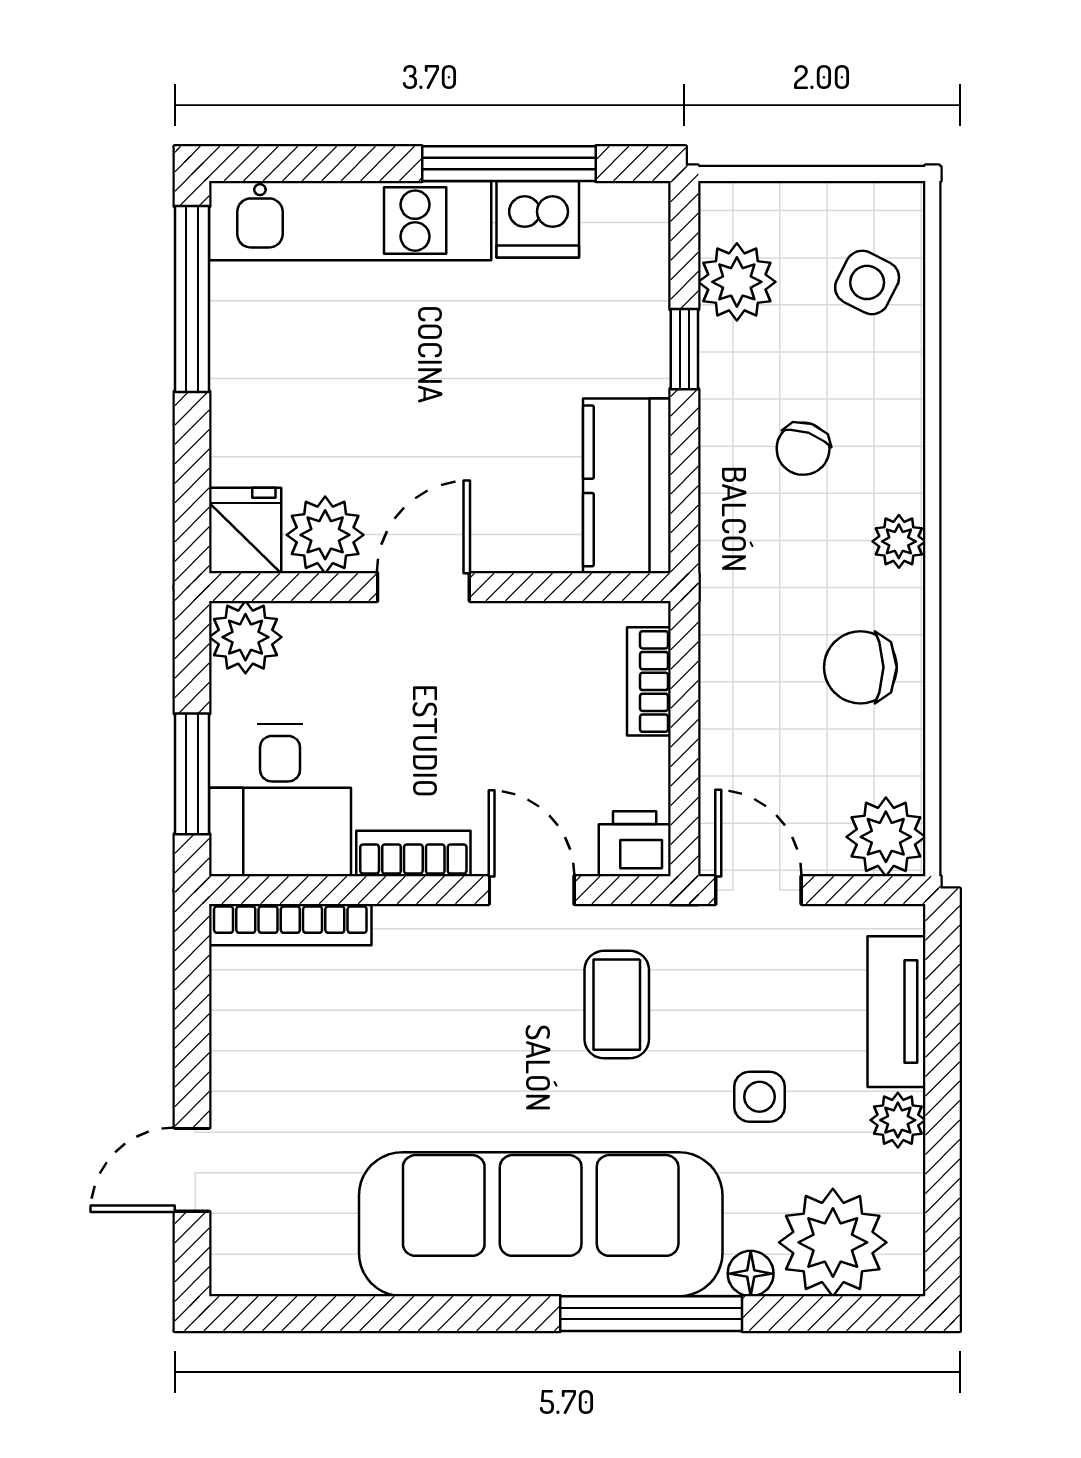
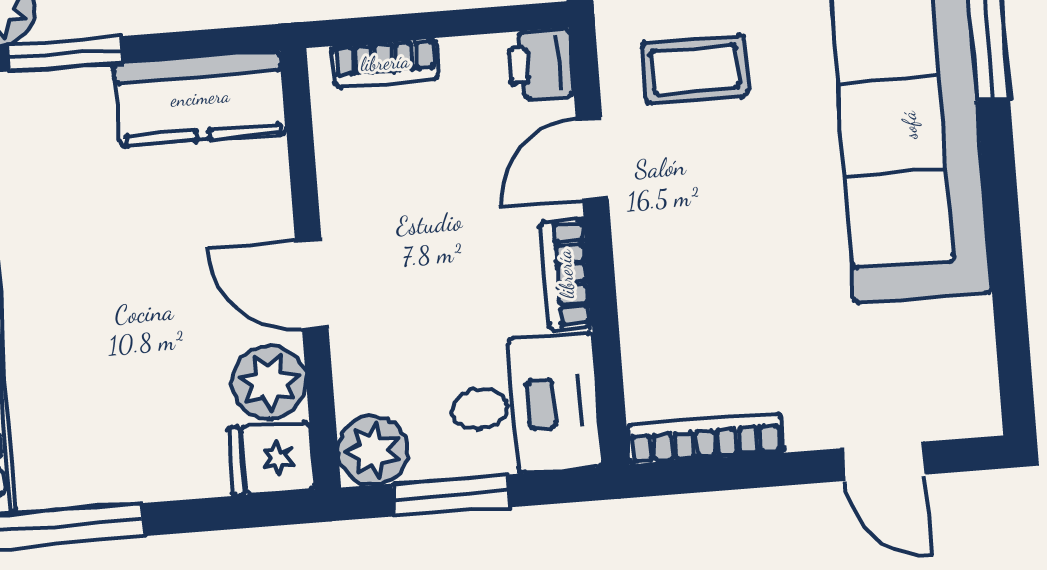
window: (684, 349) -> (65, 54), width x1.50
window: (192, 774) -> (450, 495), moved
bookcase: (290, 925) -> (705, 439), moved, turned -90

